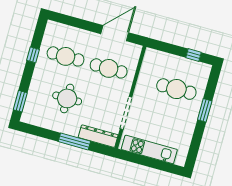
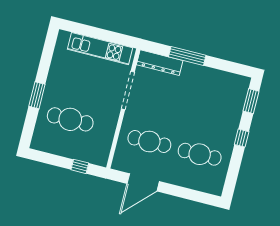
window: (33, 55) -> (242, 138), moved
window: (193, 55) -> (80, 166), moved
round table: (67, 98) -> (197, 106), removed

